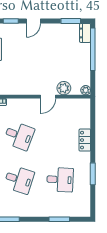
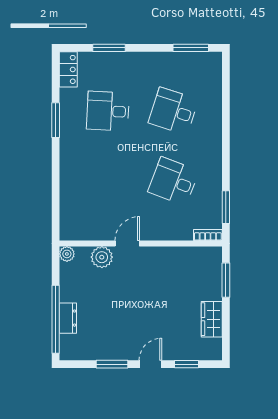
window: (71, 21) -> (112, 364), moved
dresser: (85, 33) -> (68, 318), moved
locker: (85, 140) -> (68, 69), moved

